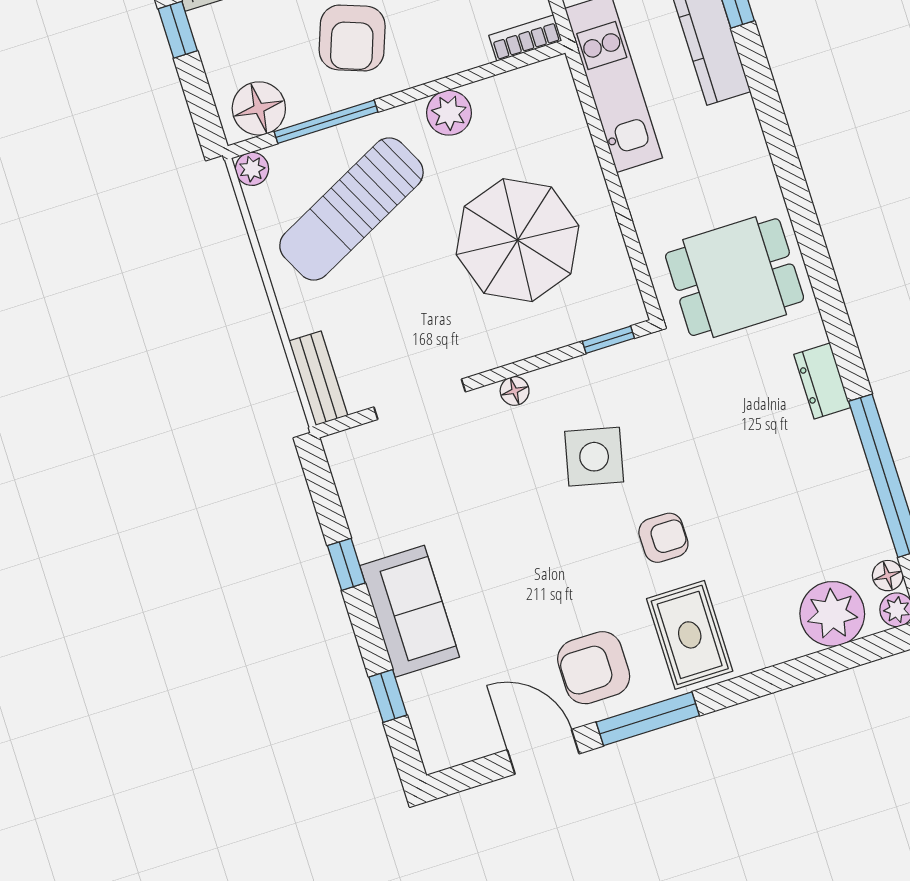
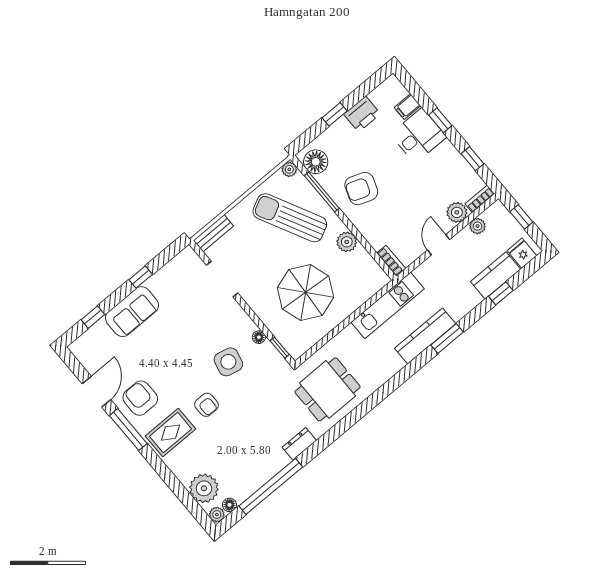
dining table: (735, 277) -> (328, 389), turned 90
floor lamp: (515, 391) -> (259, 337), moved

